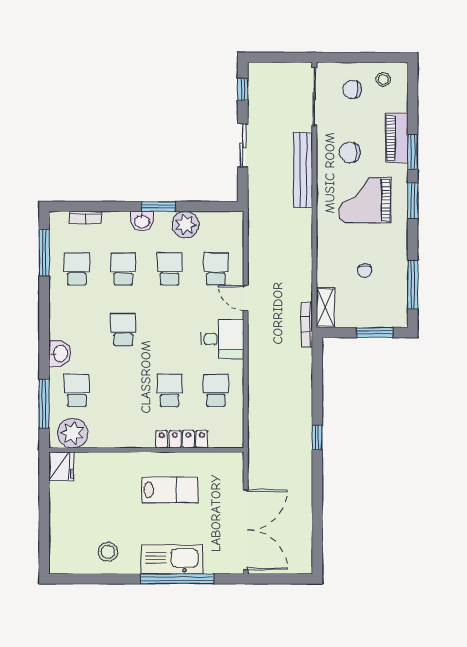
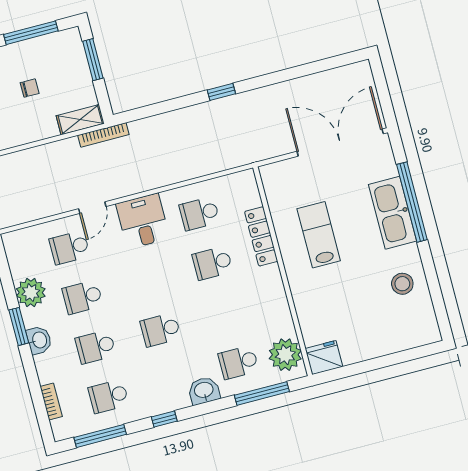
window: (44, 312) -> (164, 419), added

